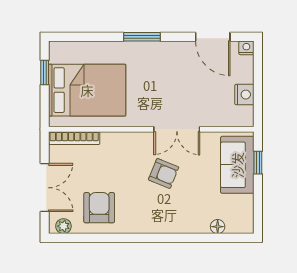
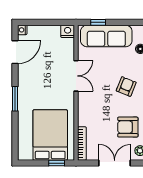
window: (45, 73) -> (57, 163), moved
nightstand: (244, 95) -> (68, 31), moved
sofa: (237, 165) -> (106, 36), width x1.36
armchair: (164, 173) -> (126, 87), moved

